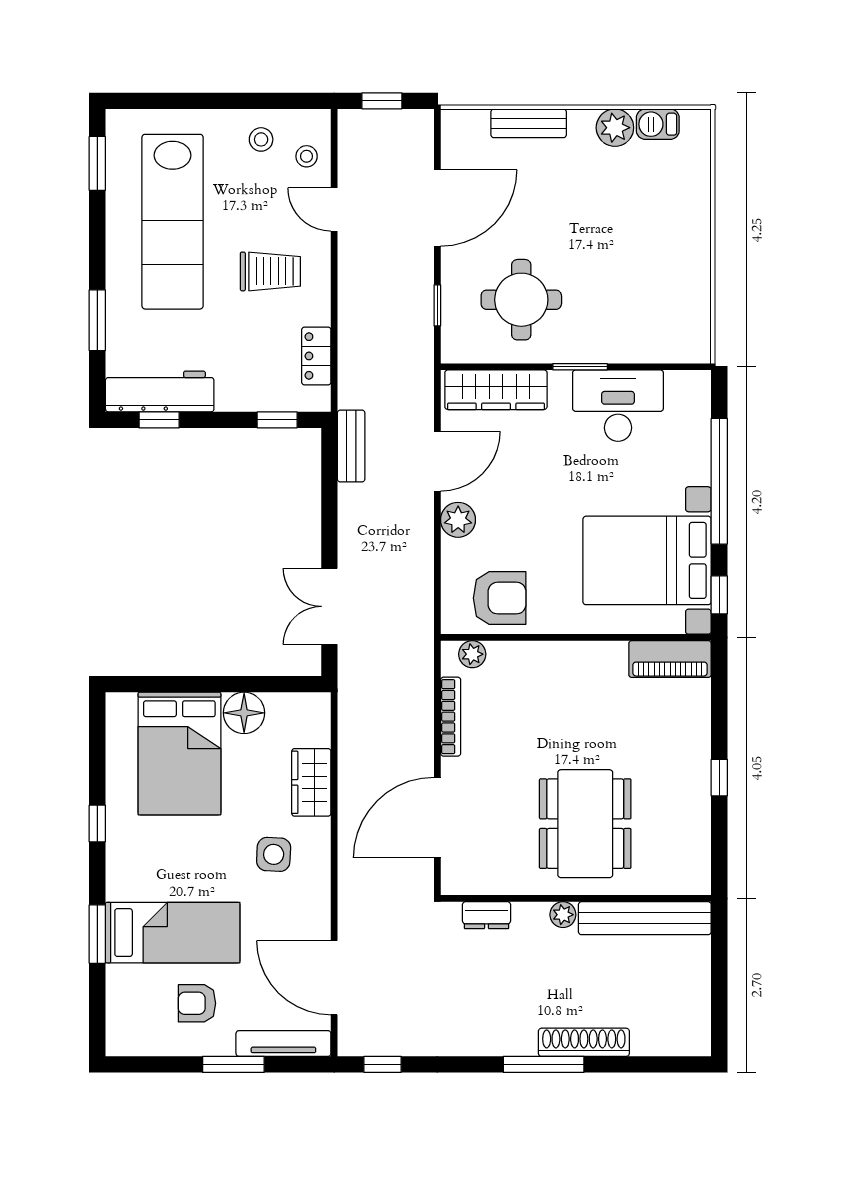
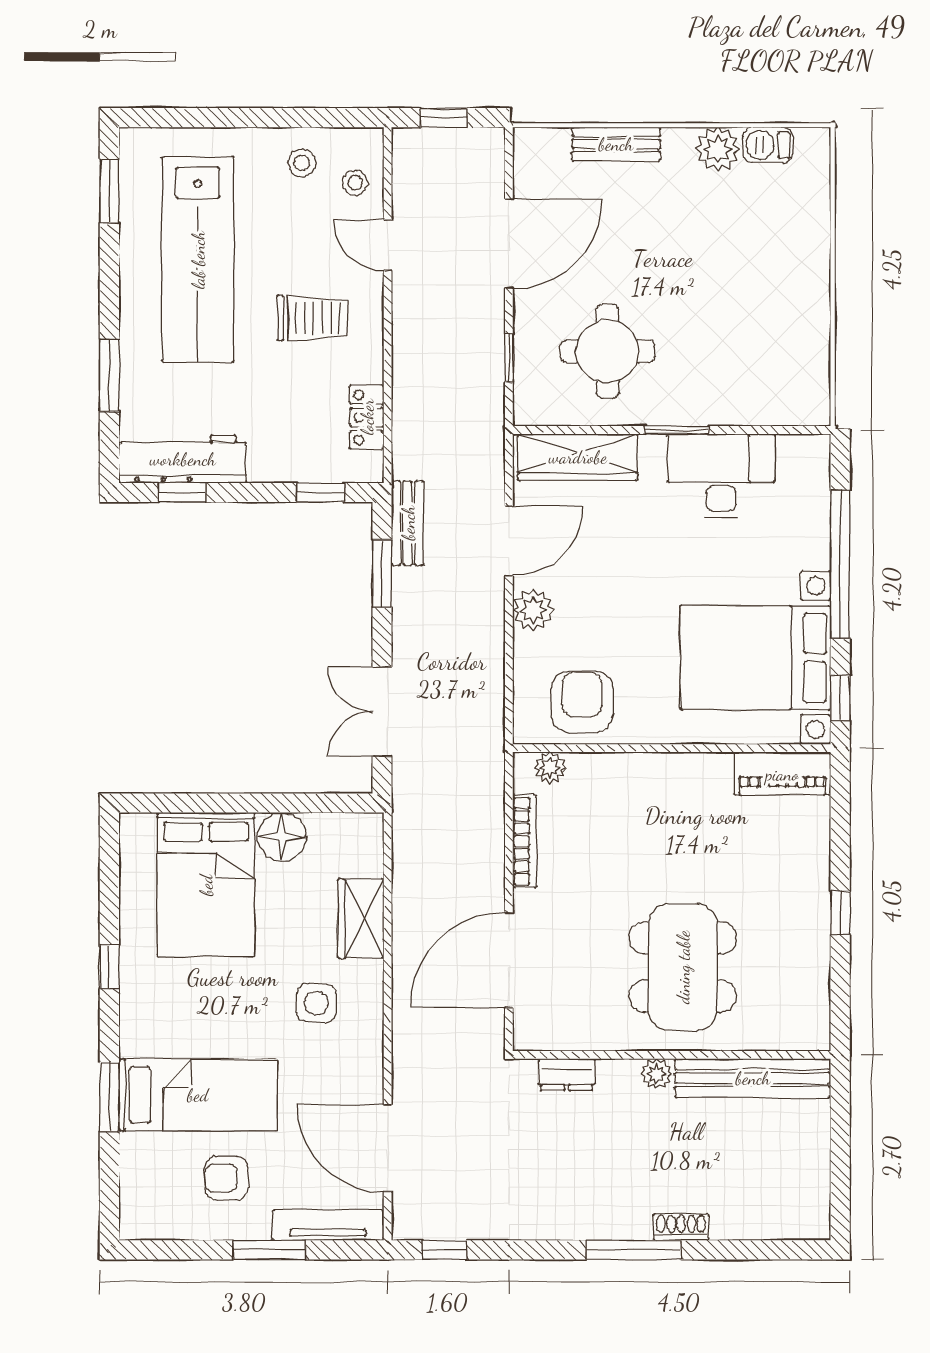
window: (329, 489) -> (382, 574), added
armchair: (500, 598) -> (582, 702), turned -90
shoe rack: (584, 1042) -> (681, 1227), width x0.51, depth x0.81

